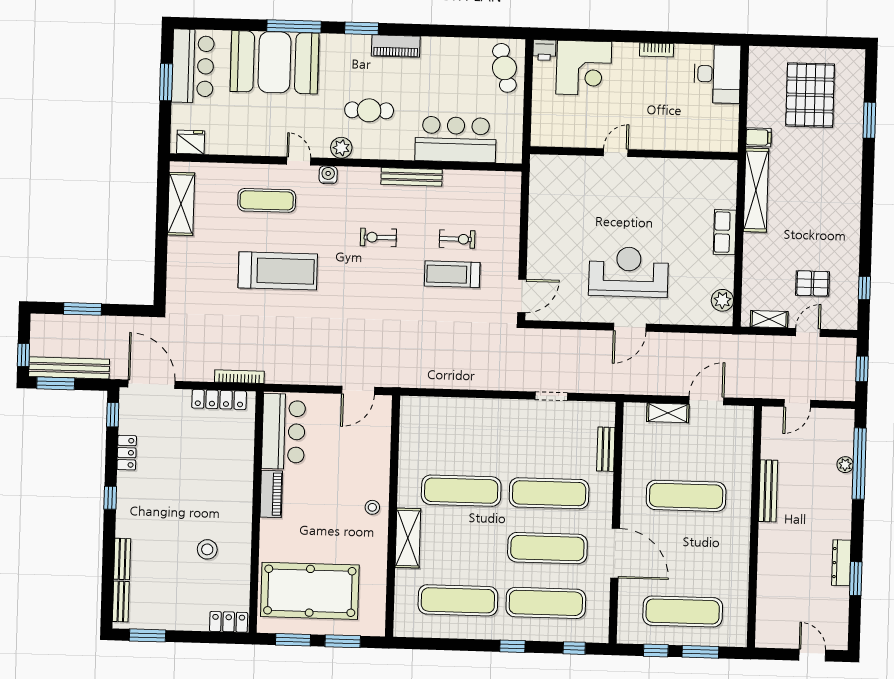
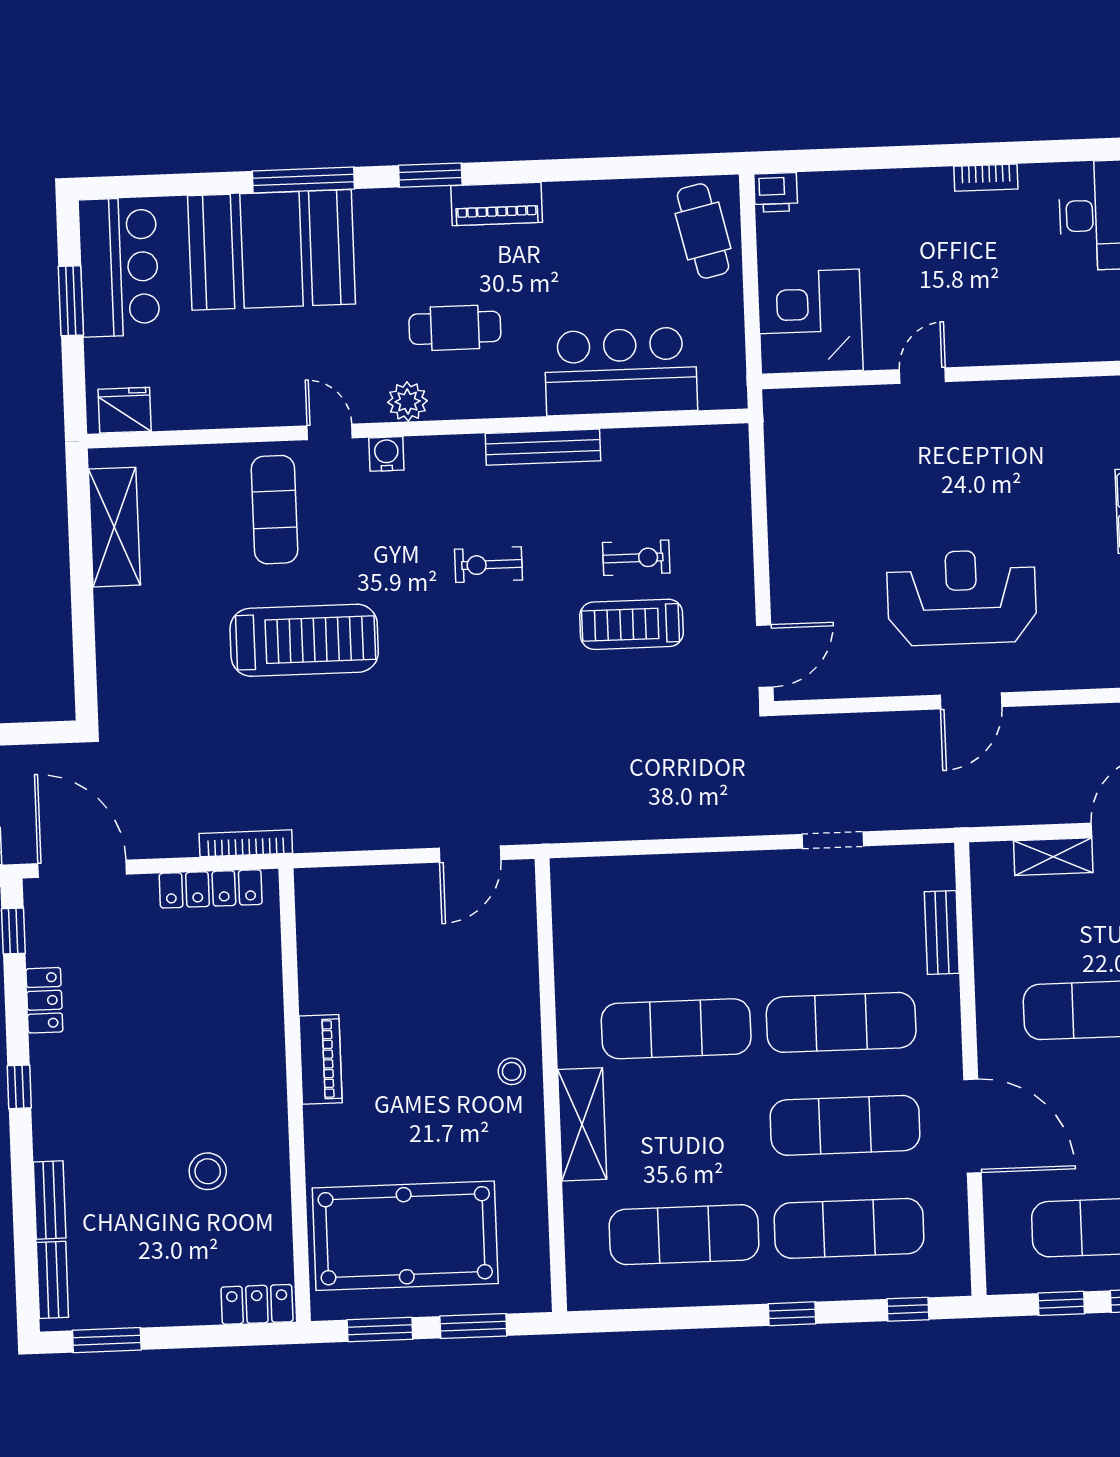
corner desk: (584, 68) -> (810, 322), moved, turned 180
exercise mat: (267, 200) -> (274, 510), turned 90
bar counter: (284, 431) -> (336, 941), removed

